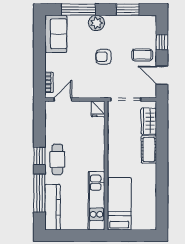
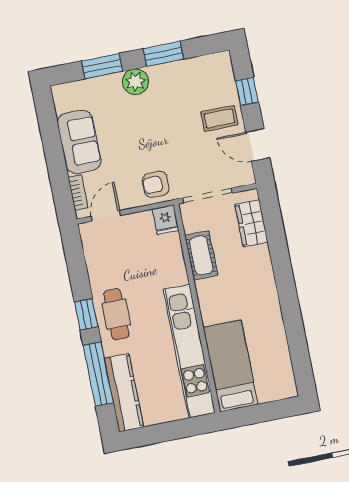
window: (79, 10) -> (102, 66), width x0.69
window: (128, 10) -> (163, 54), moved
sofa: (56, 34) -> (79, 142), moved
armchair: (104, 57) -> (156, 184), moved
cot: (149, 149) -> (201, 255), moved
kitchen unit: (96, 201) -> (189, 351), width x1.36

